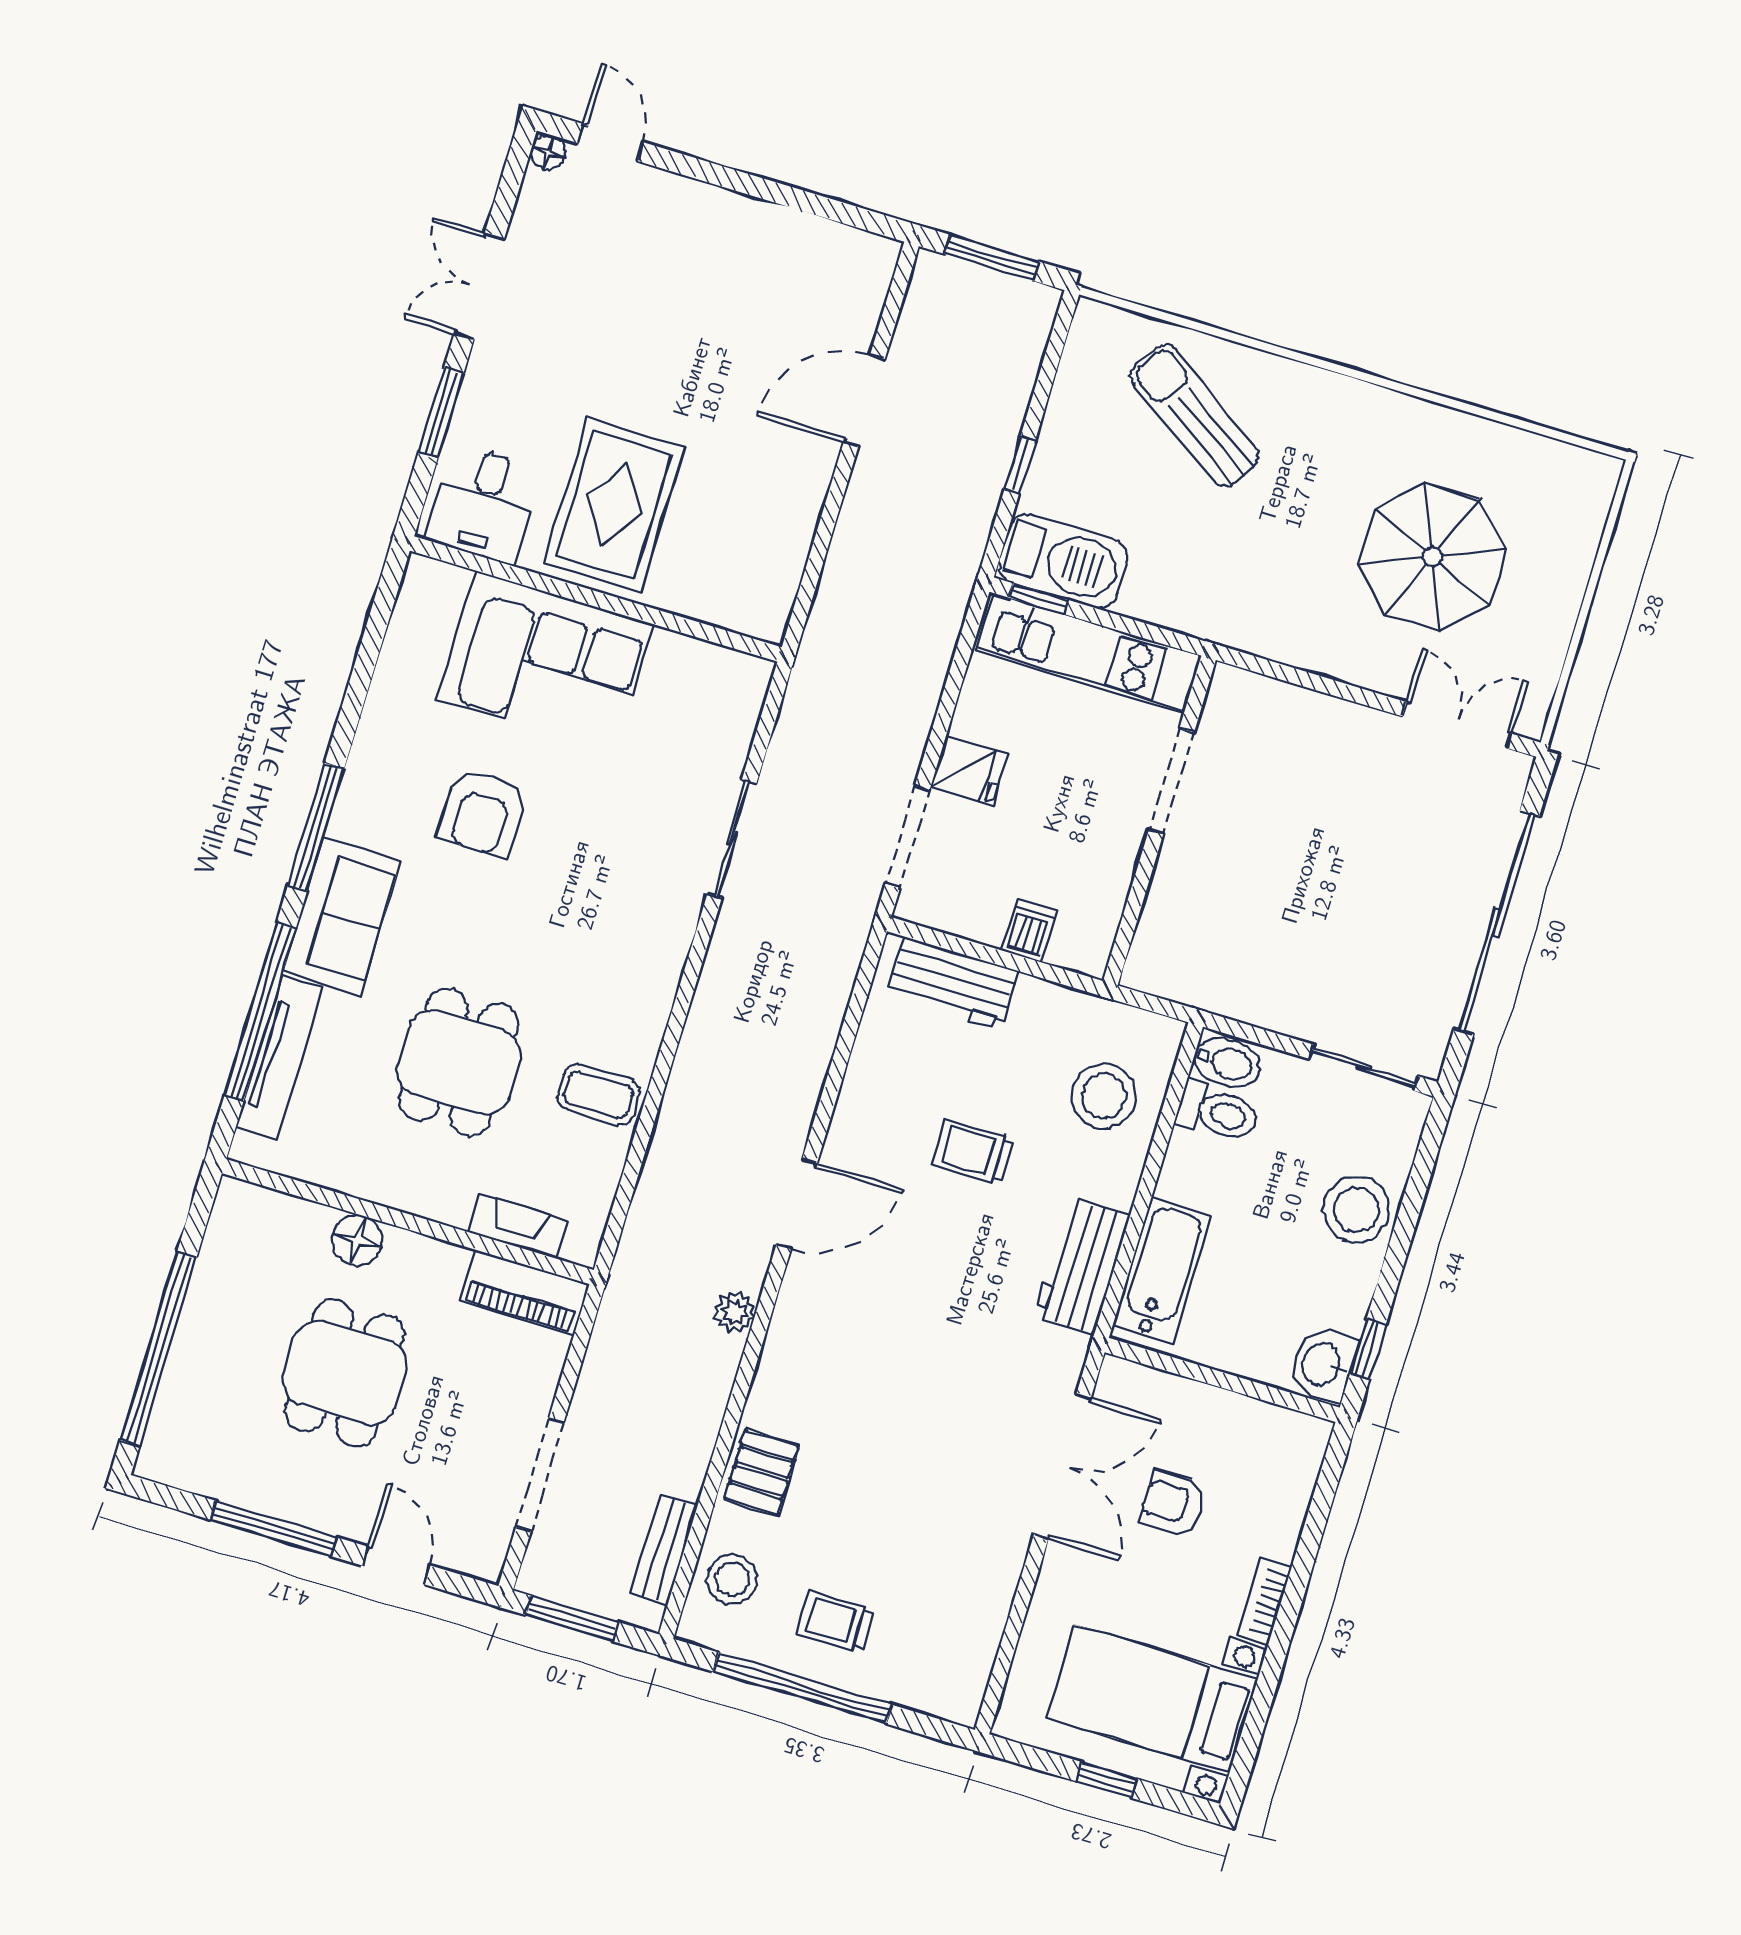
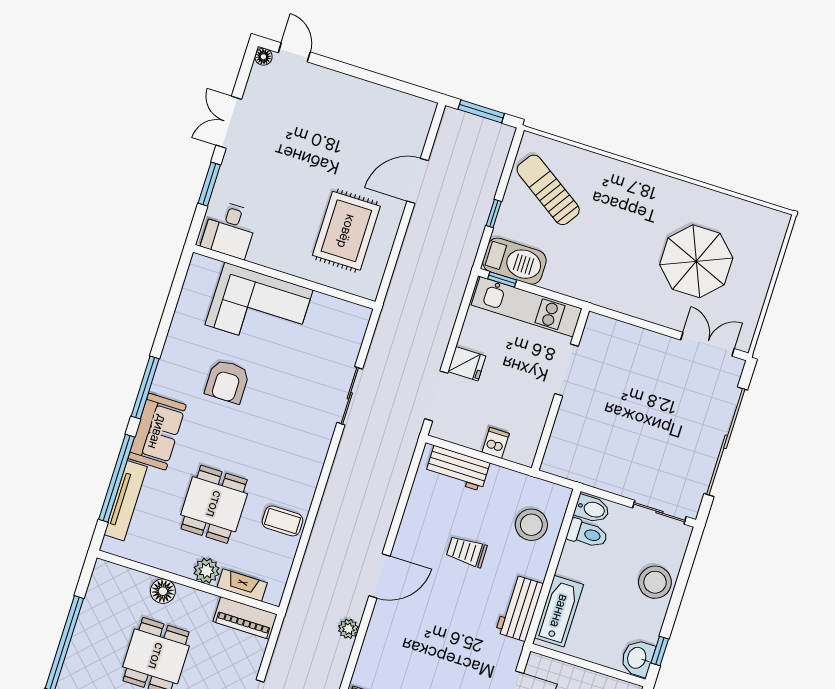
sun lounger: (1194, 416) -> (548, 190), moved
rug: (614, 505) -> (346, 231), moved
plant: (445, 1198) -> (207, 571), added

